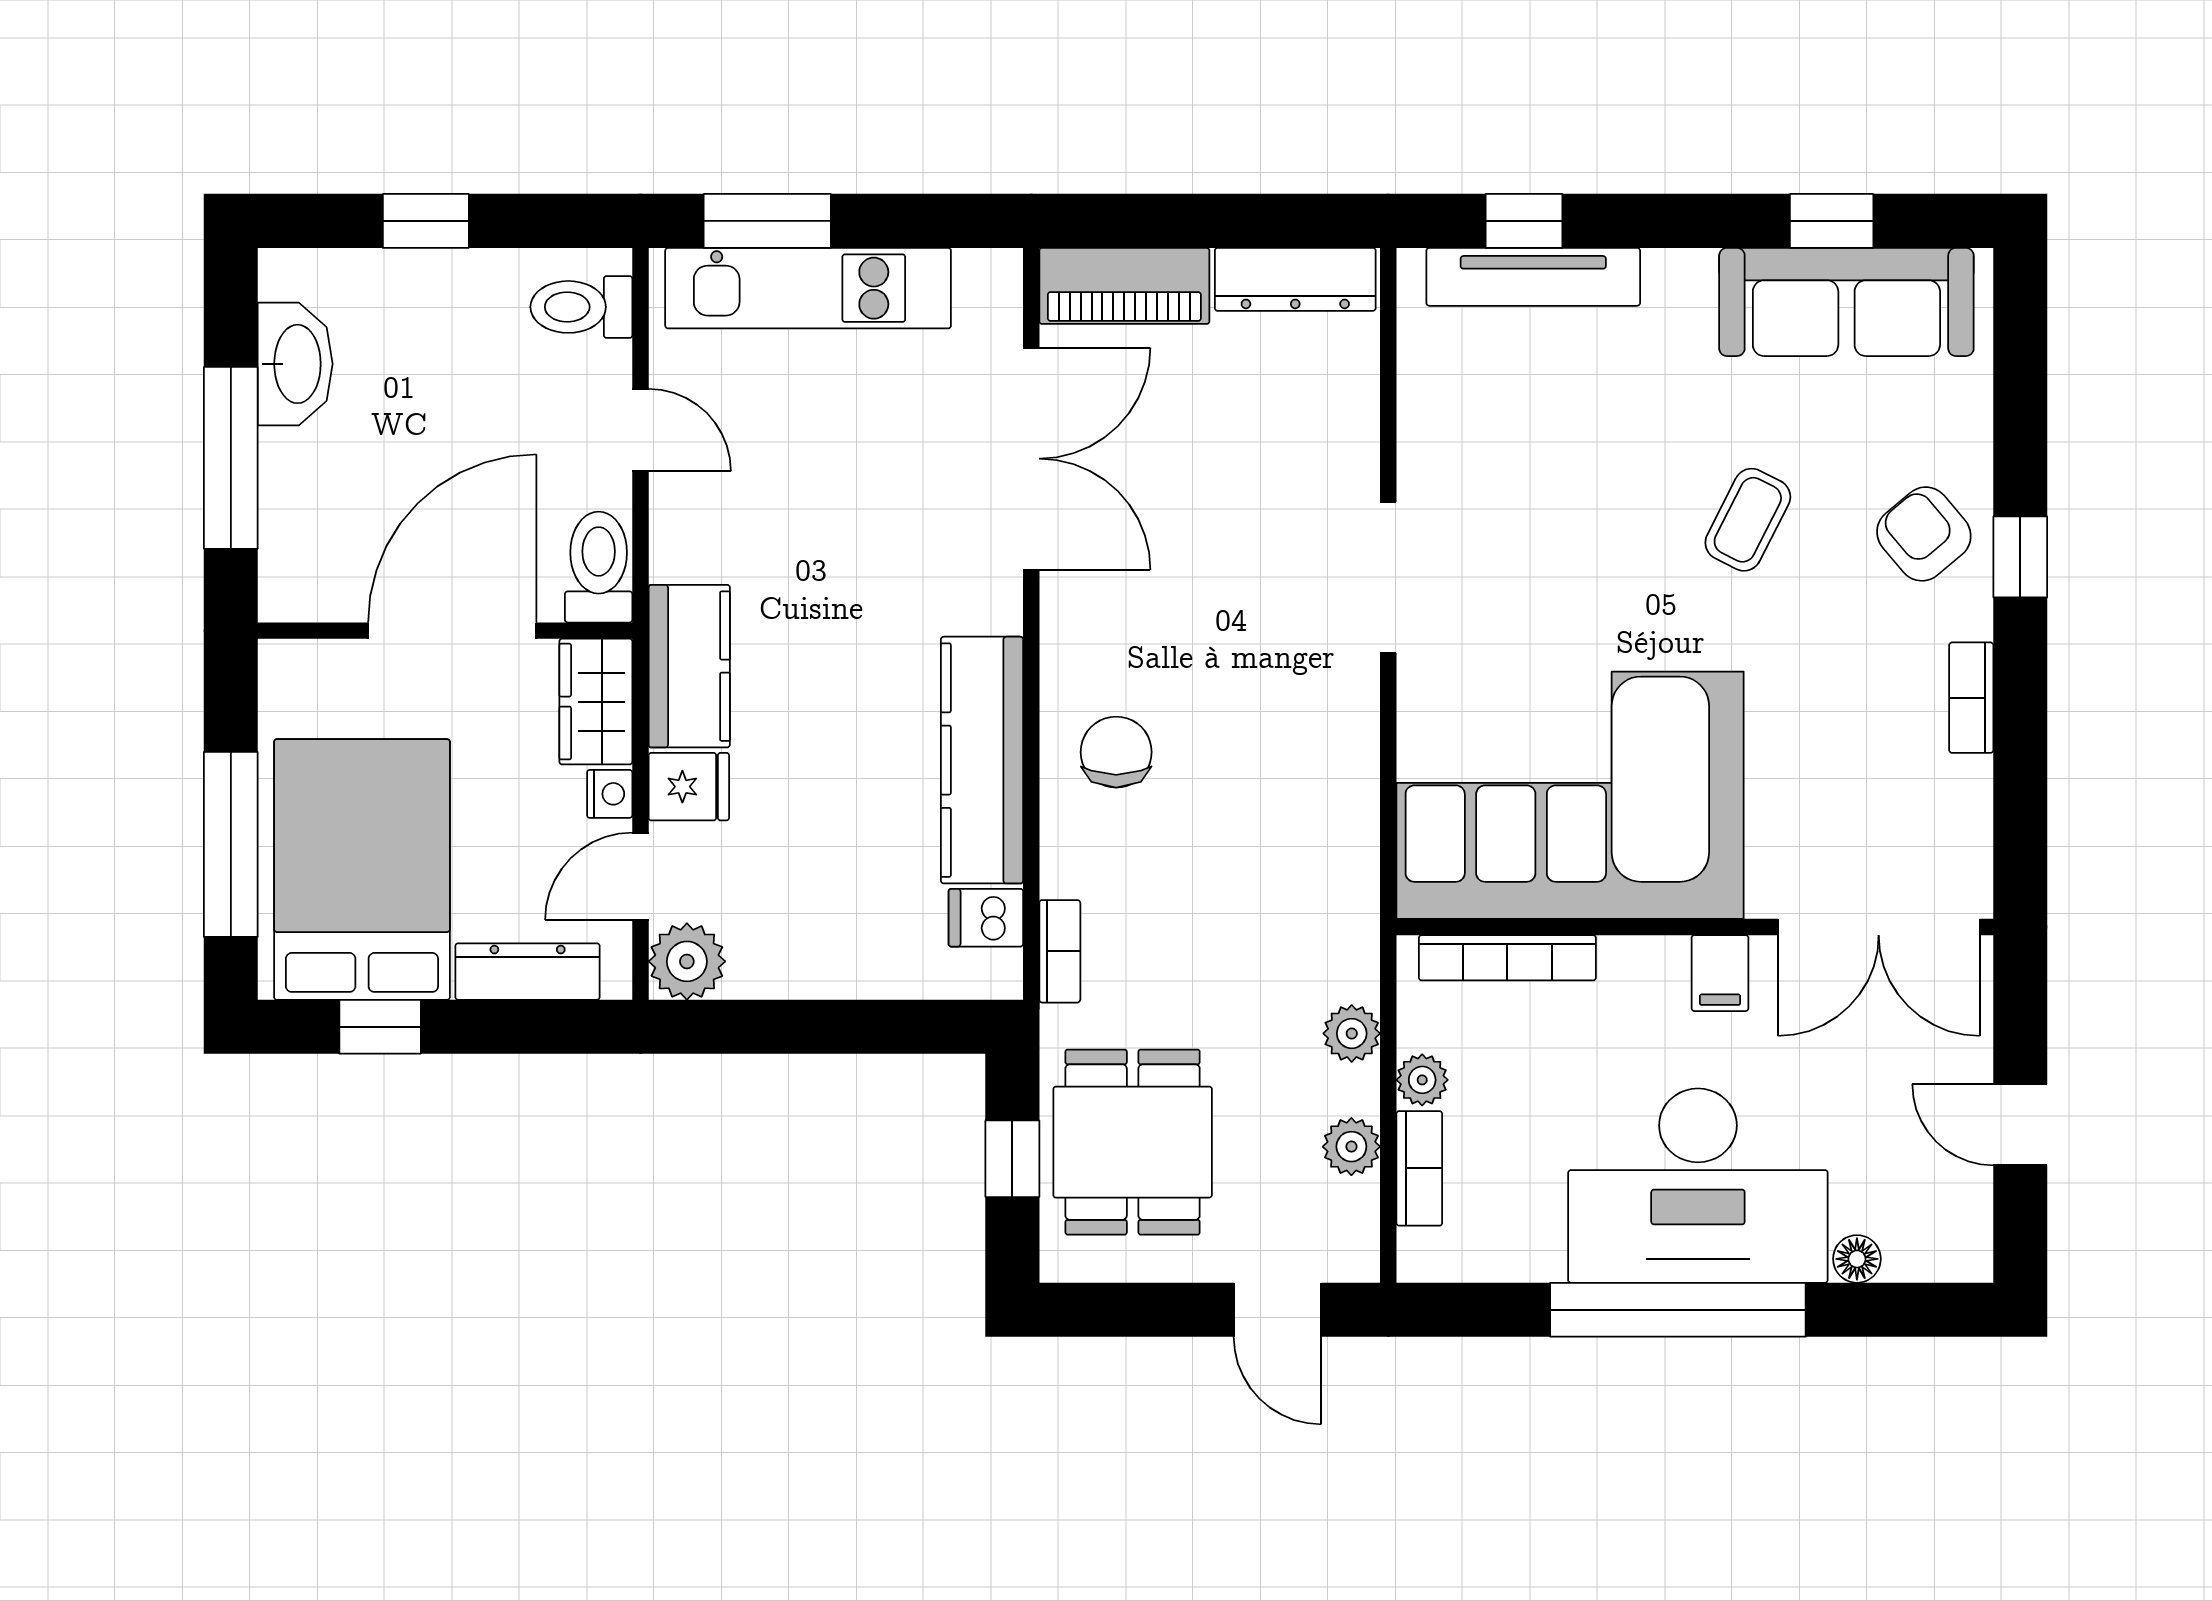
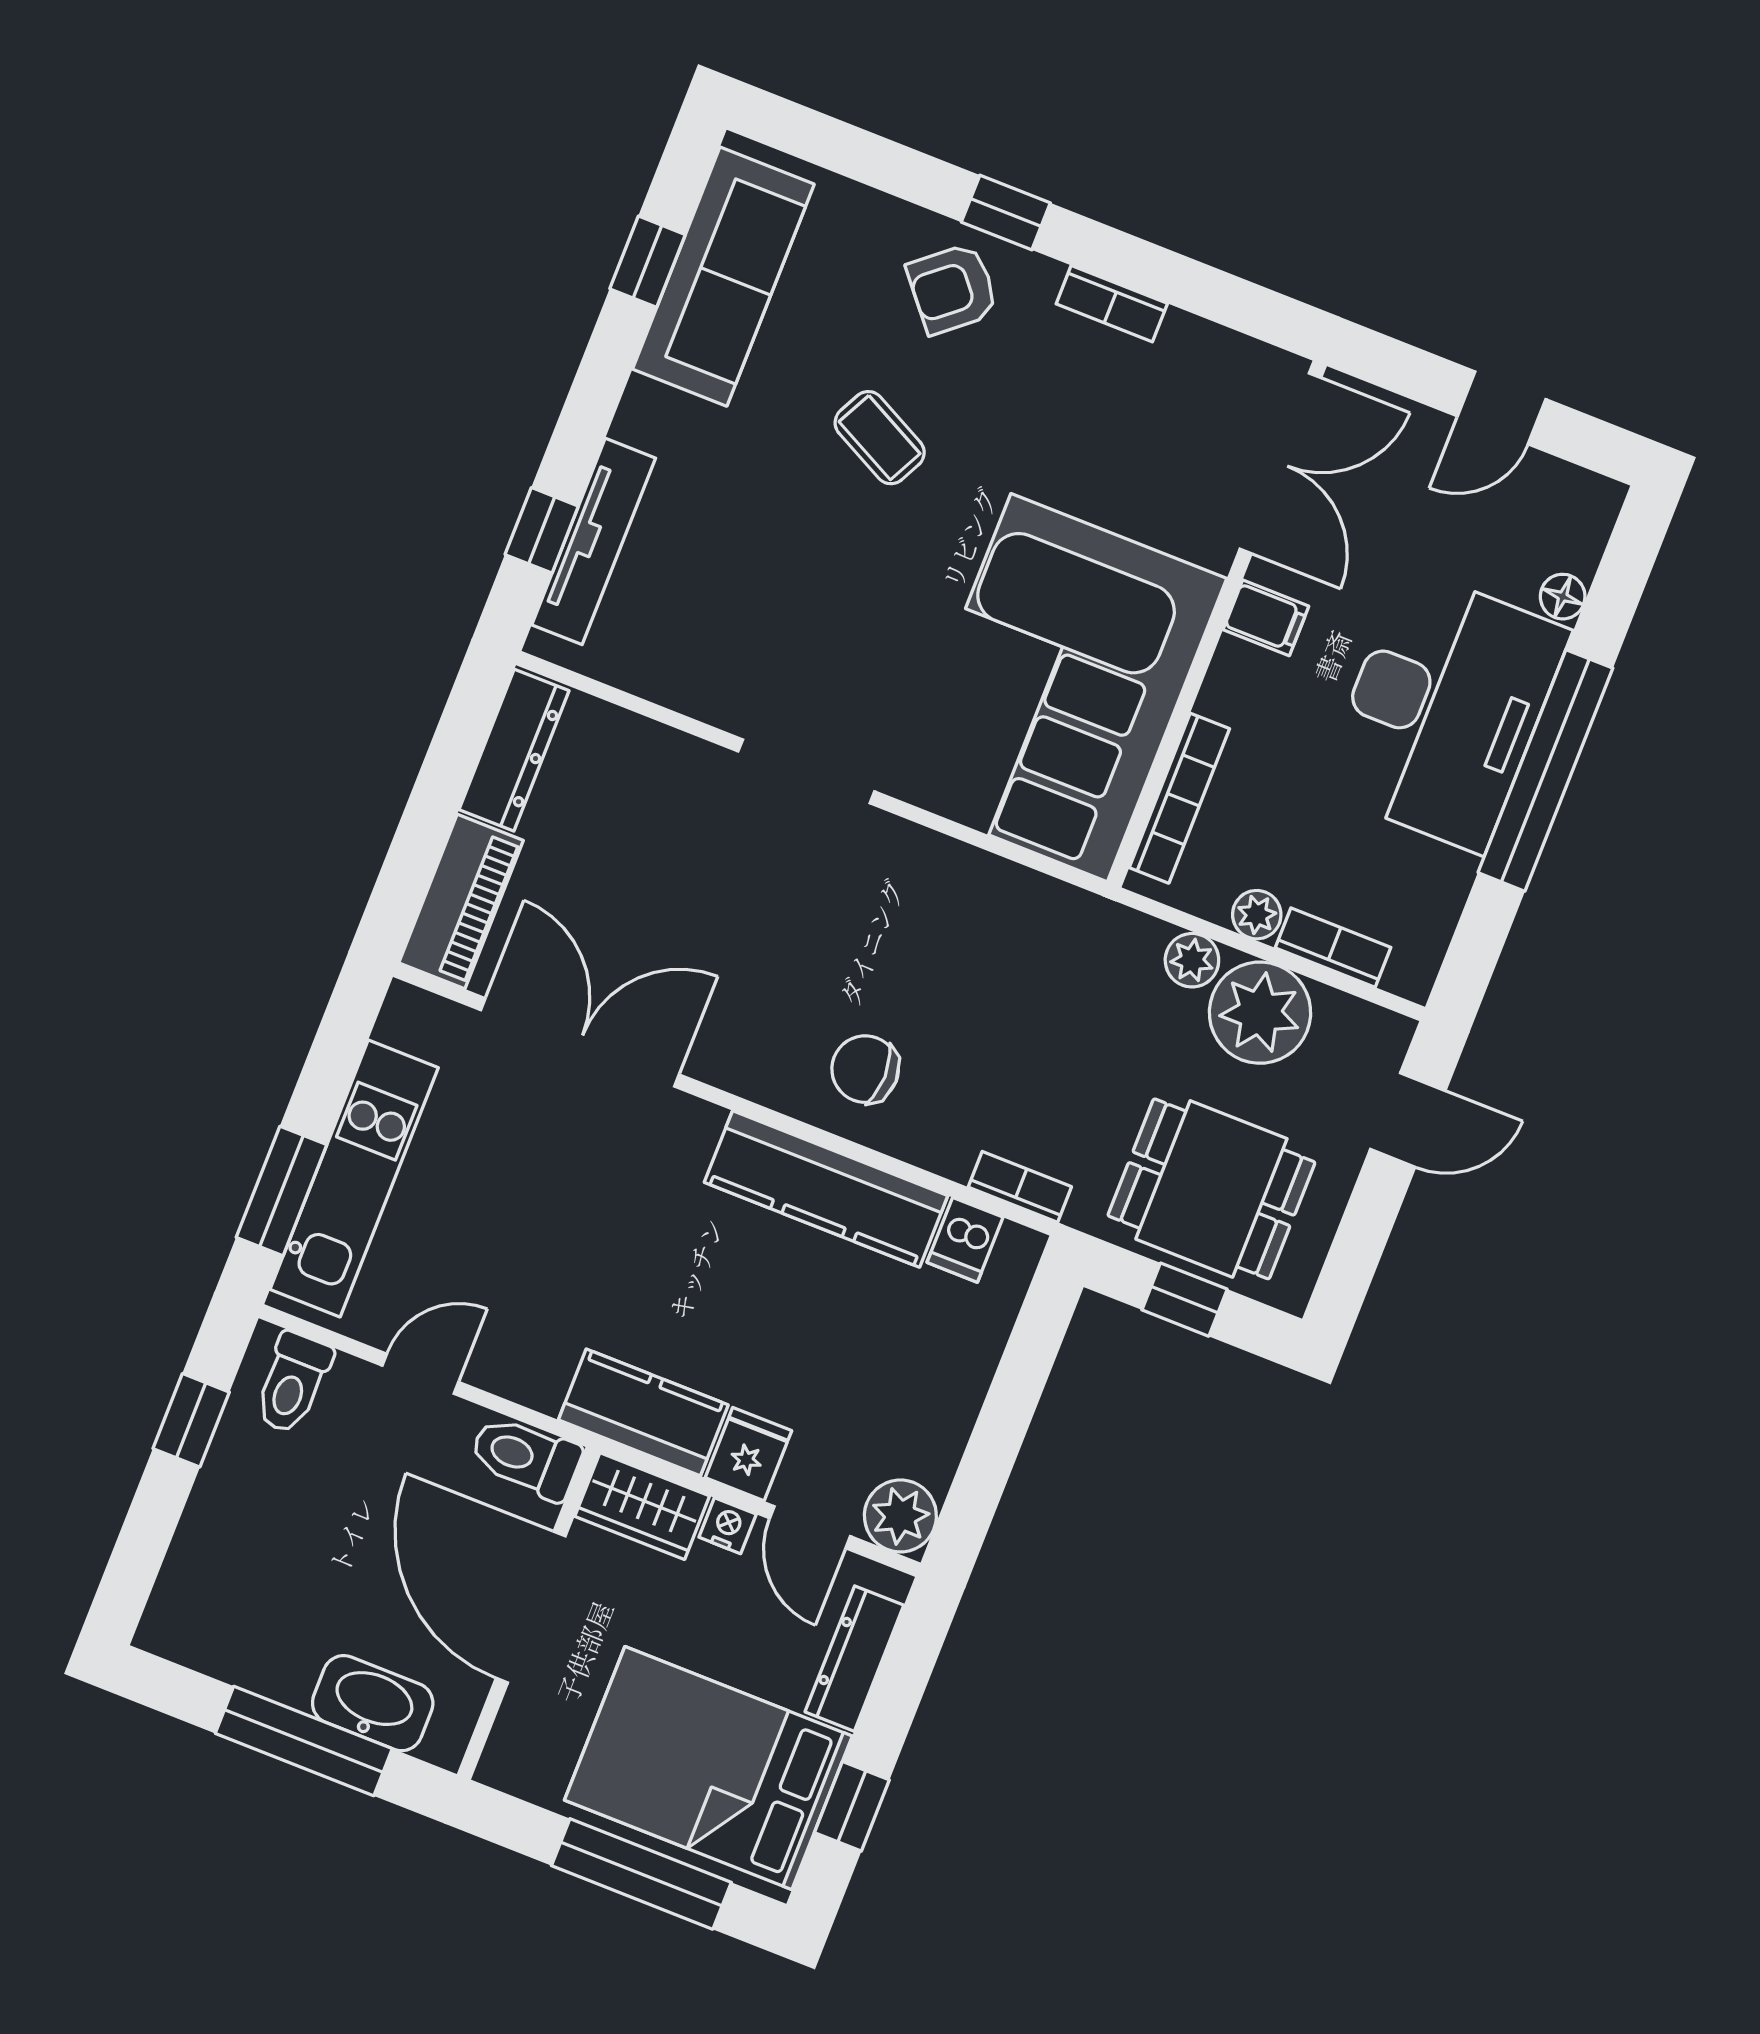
window: (426, 221) -> (191, 1420), moved
washbasin: (295, 364) -> (373, 1703), moved
plant: (1351, 1147) -> (1260, 1013), width x1.88, depth x1.88

